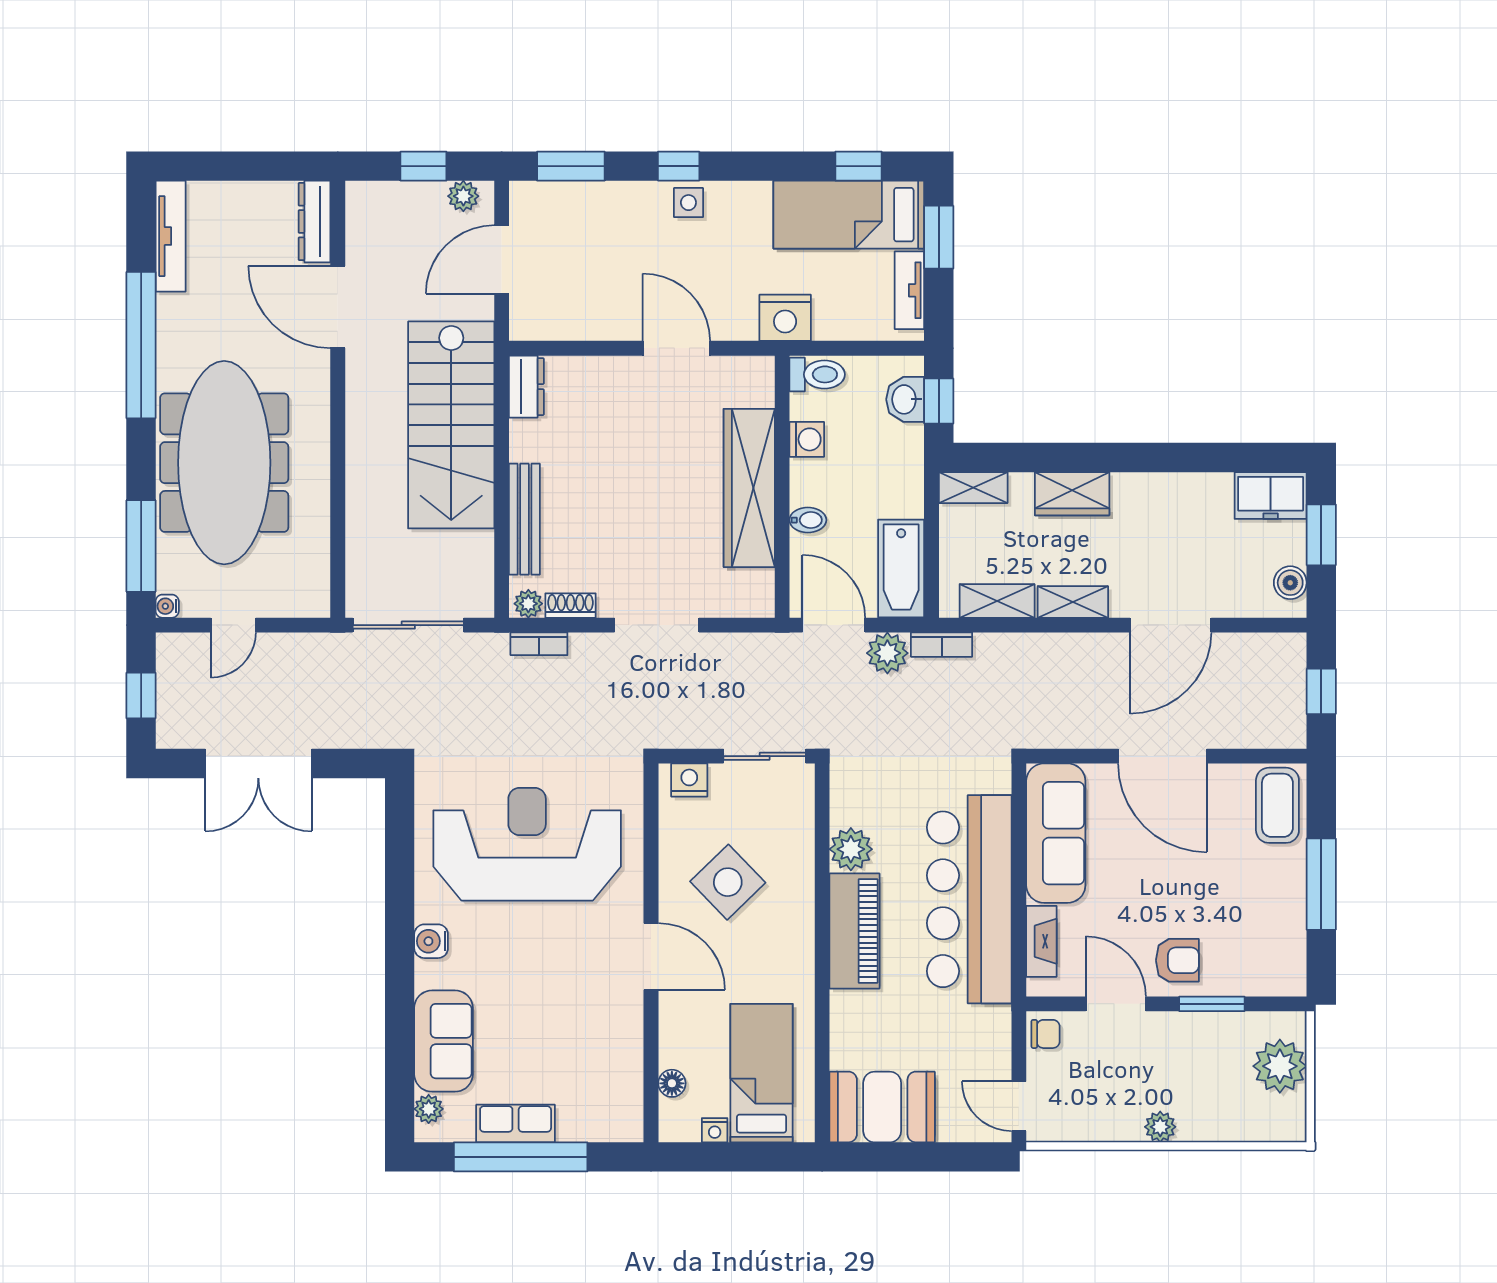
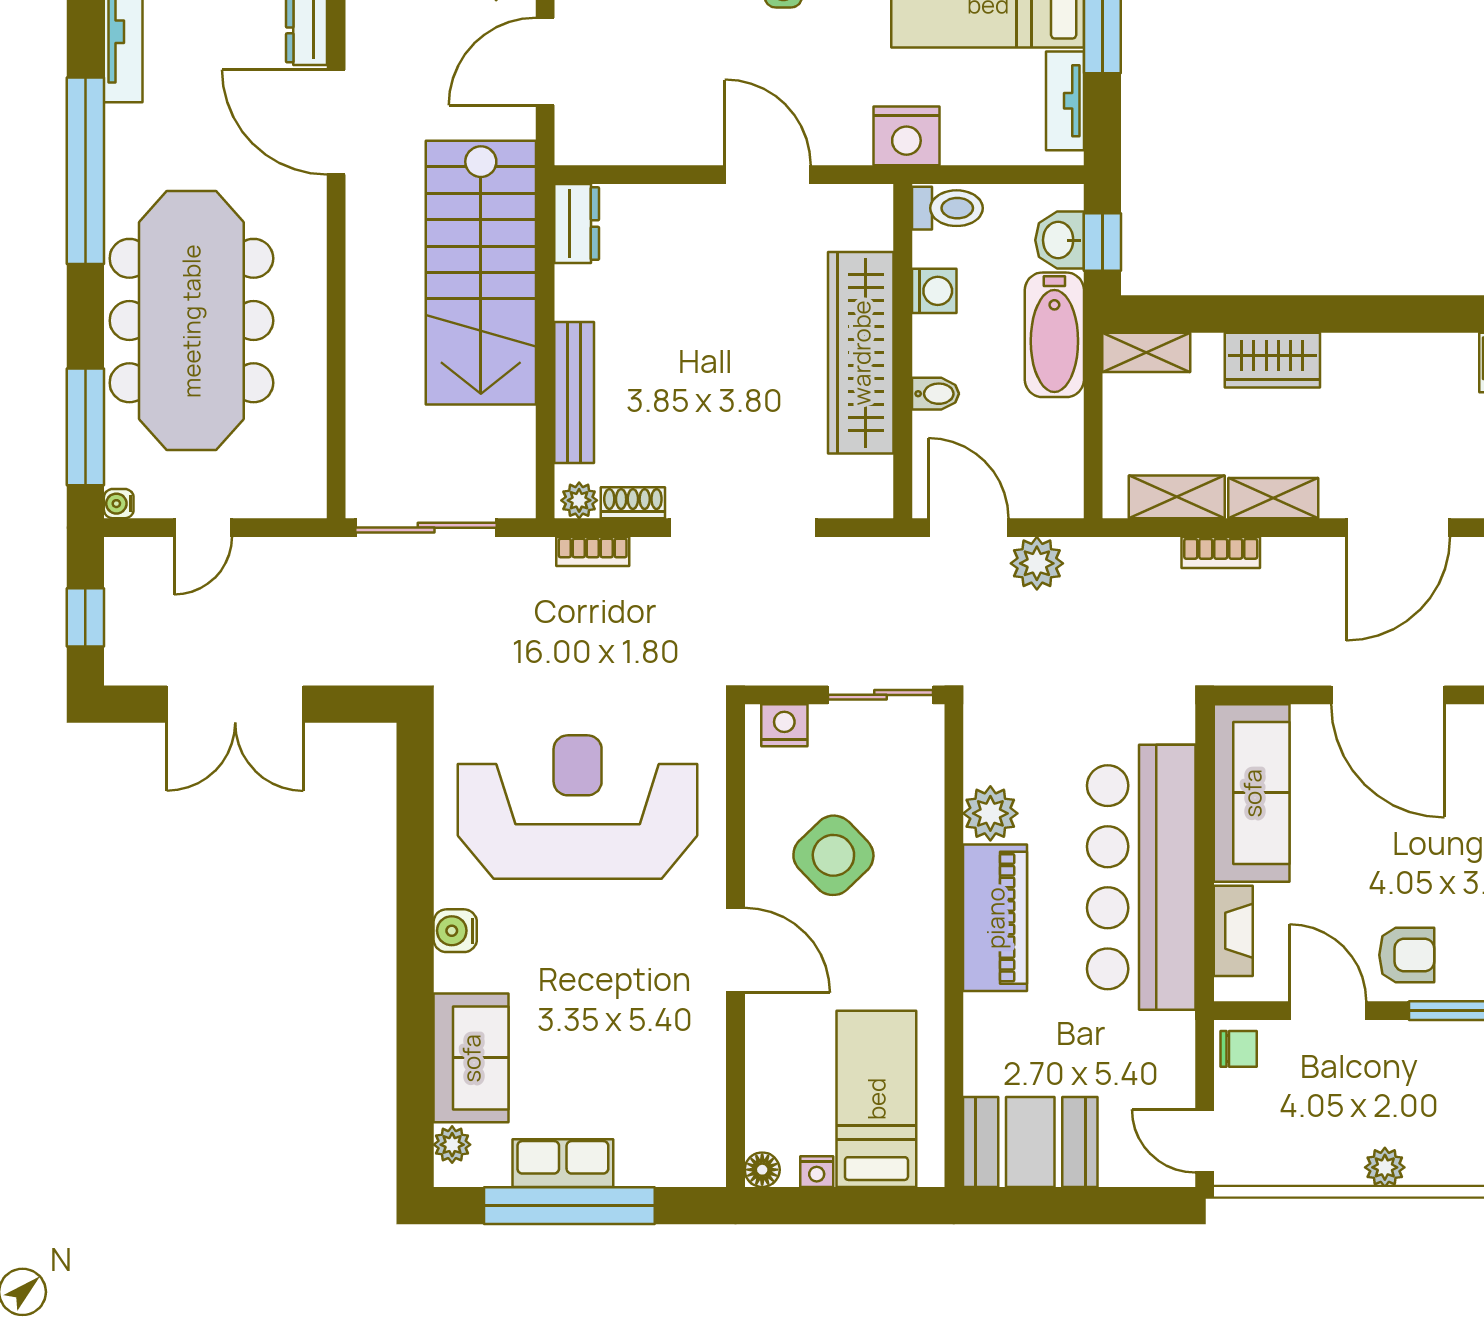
bathtub: (901, 568) -> (1054, 335), moved
doorway: (657, 625) -> (743, 528), width x1.36
bookcase: (942, 645) -> (1221, 553), moved
floor lamp: (672, 1083) -> (762, 1170), moved

